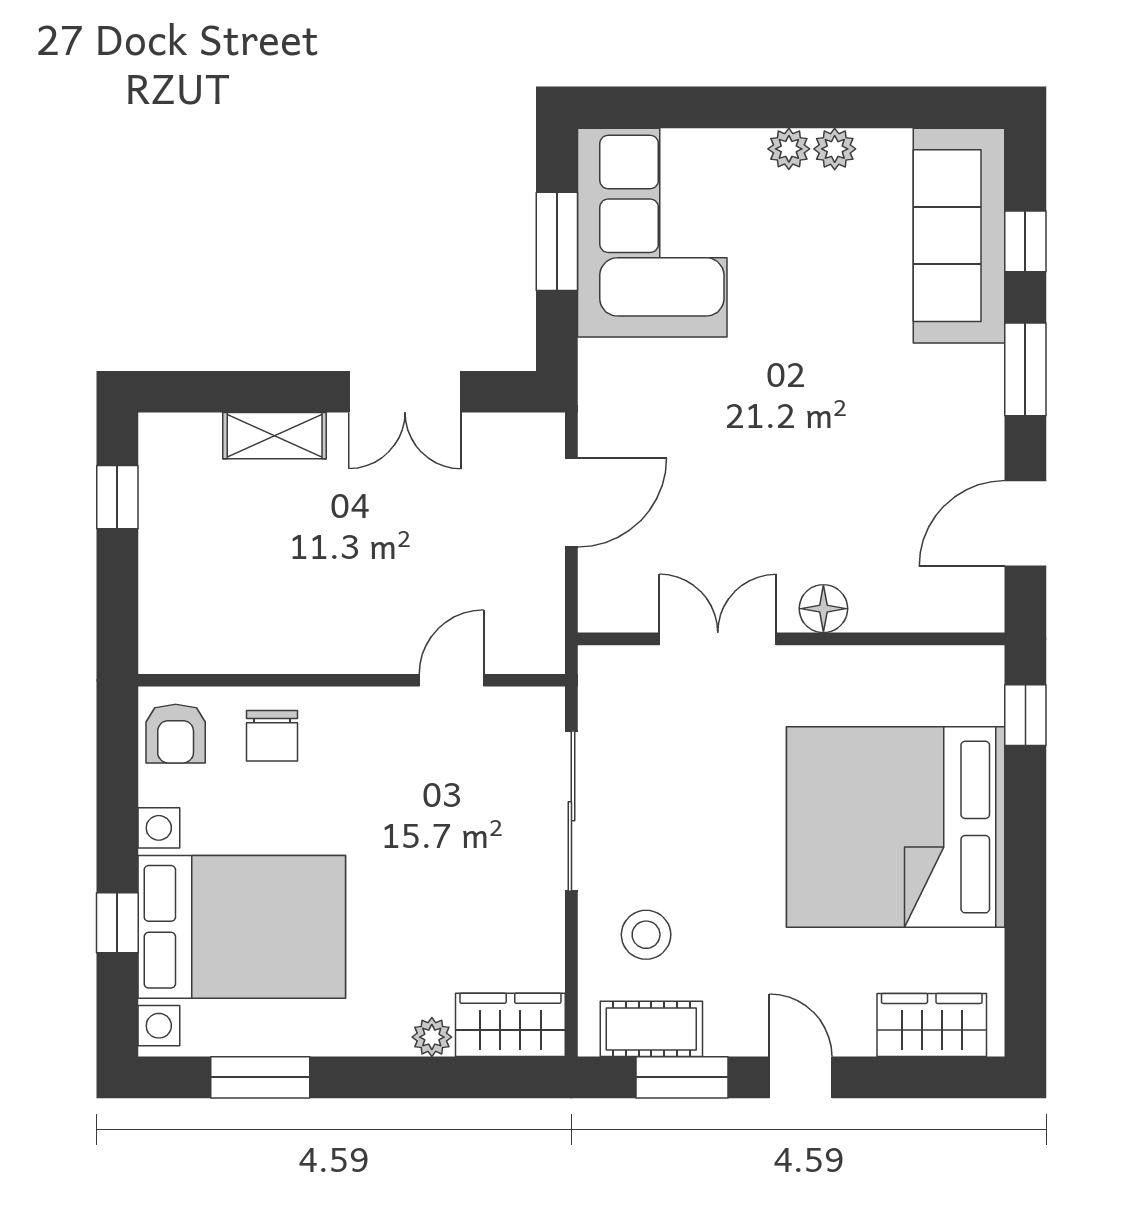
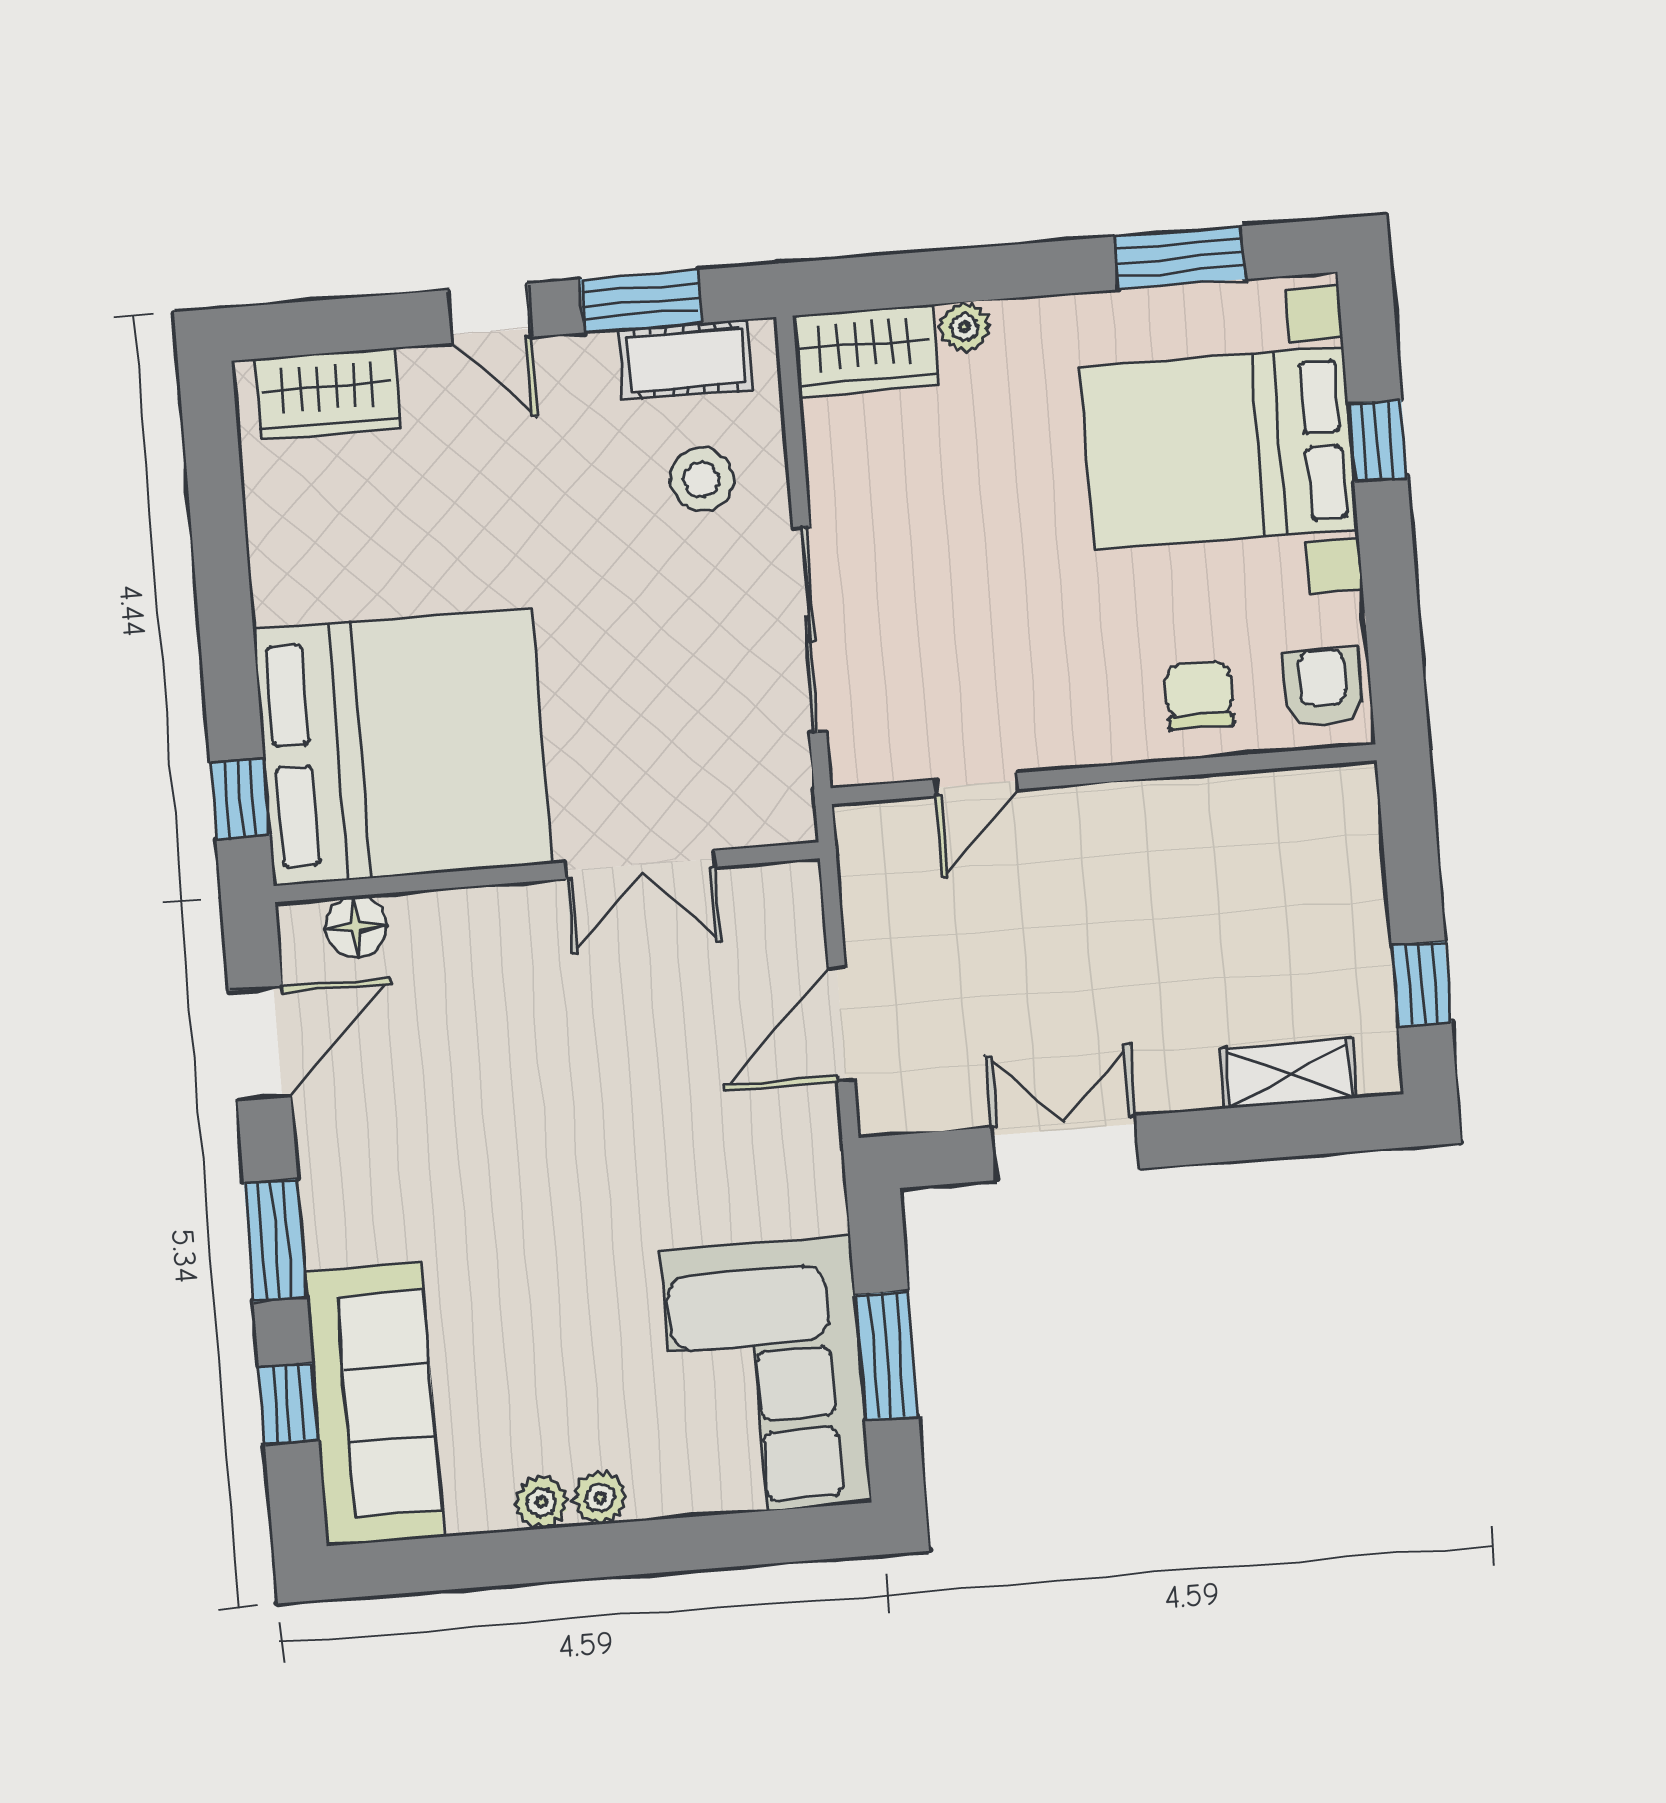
shelving: (275, 436) -> (1288, 1074), moved
floor lamp: (823, 609) -> (356, 926), moved
bed: (896, 827) -> (402, 747), moved

